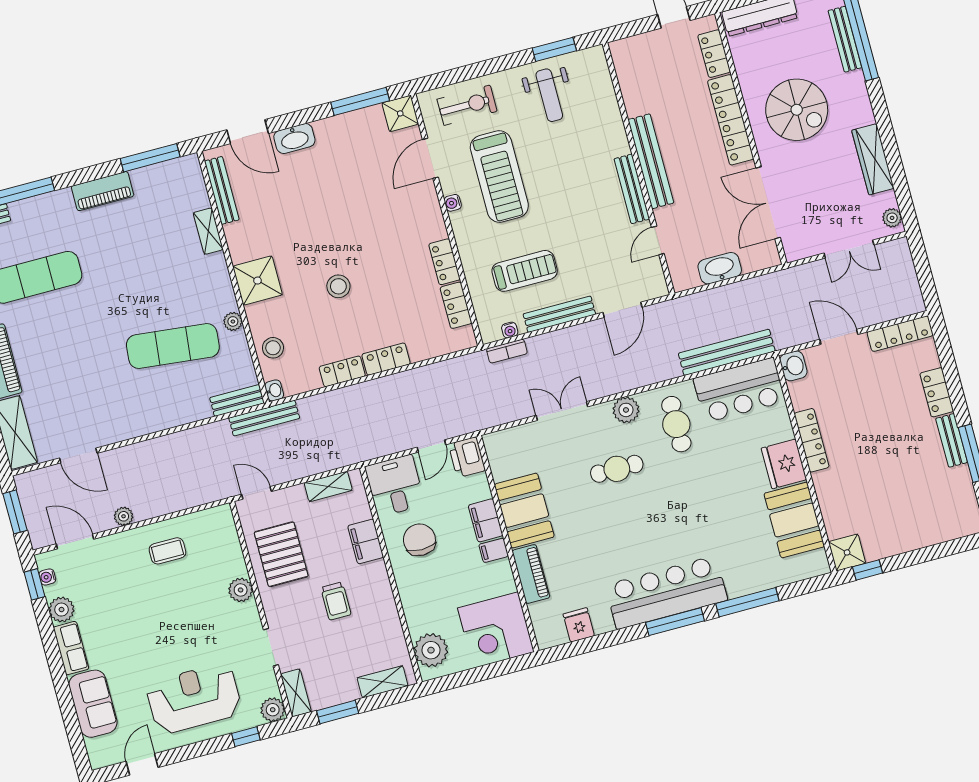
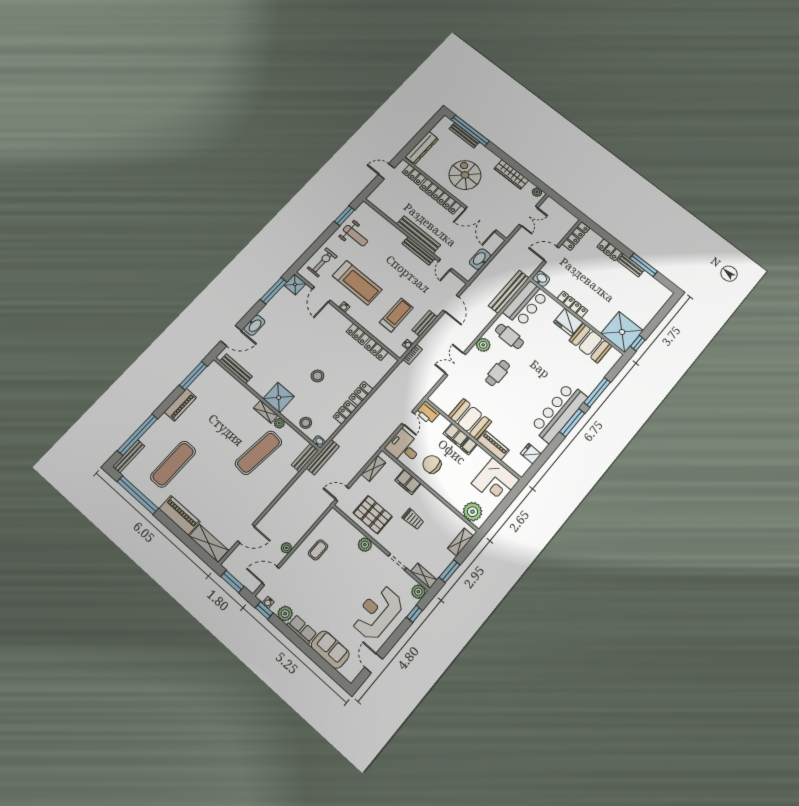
spiral stairs: (797, 110) -> (465, 175), turned -90
shelving: (208, 231) -> (266, 412), moved
bench: (559, 314) -> (425, 323), width x0.73
shower: (847, 552) -> (622, 332), width x1.86, depth x1.86

